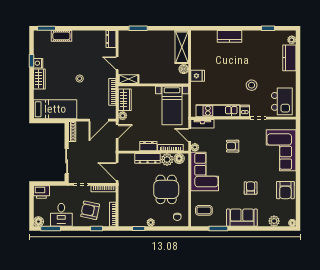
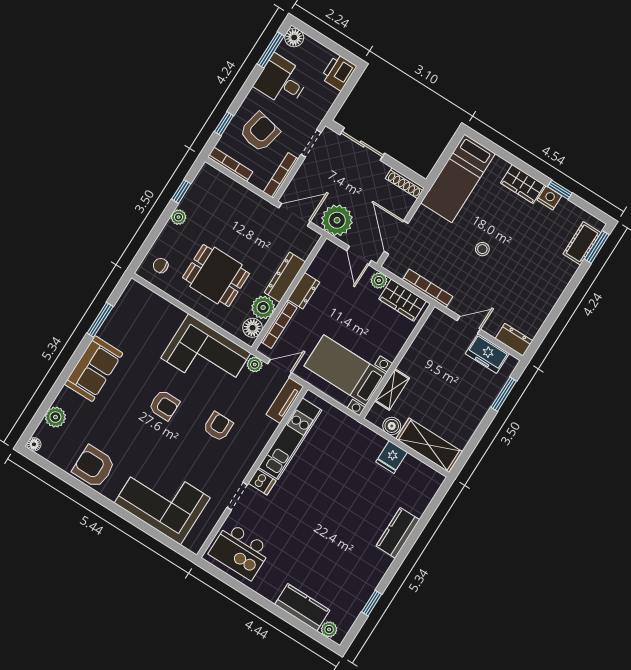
cot: (61, 36) -> (582, 243), moved
freezer: (125, 47) -> (487, 354), added
fridge: (198, 76) -> (392, 457), moved
shelving: (128, 79) -> (392, 389), moved
stool: (252, 85) -> (297, 519), removed
plant: (108, 151) -> (337, 220), added
armchair: (251, 188) -> (164, 405), moved
coffee table: (204, 210) -> (144, 315), removed

